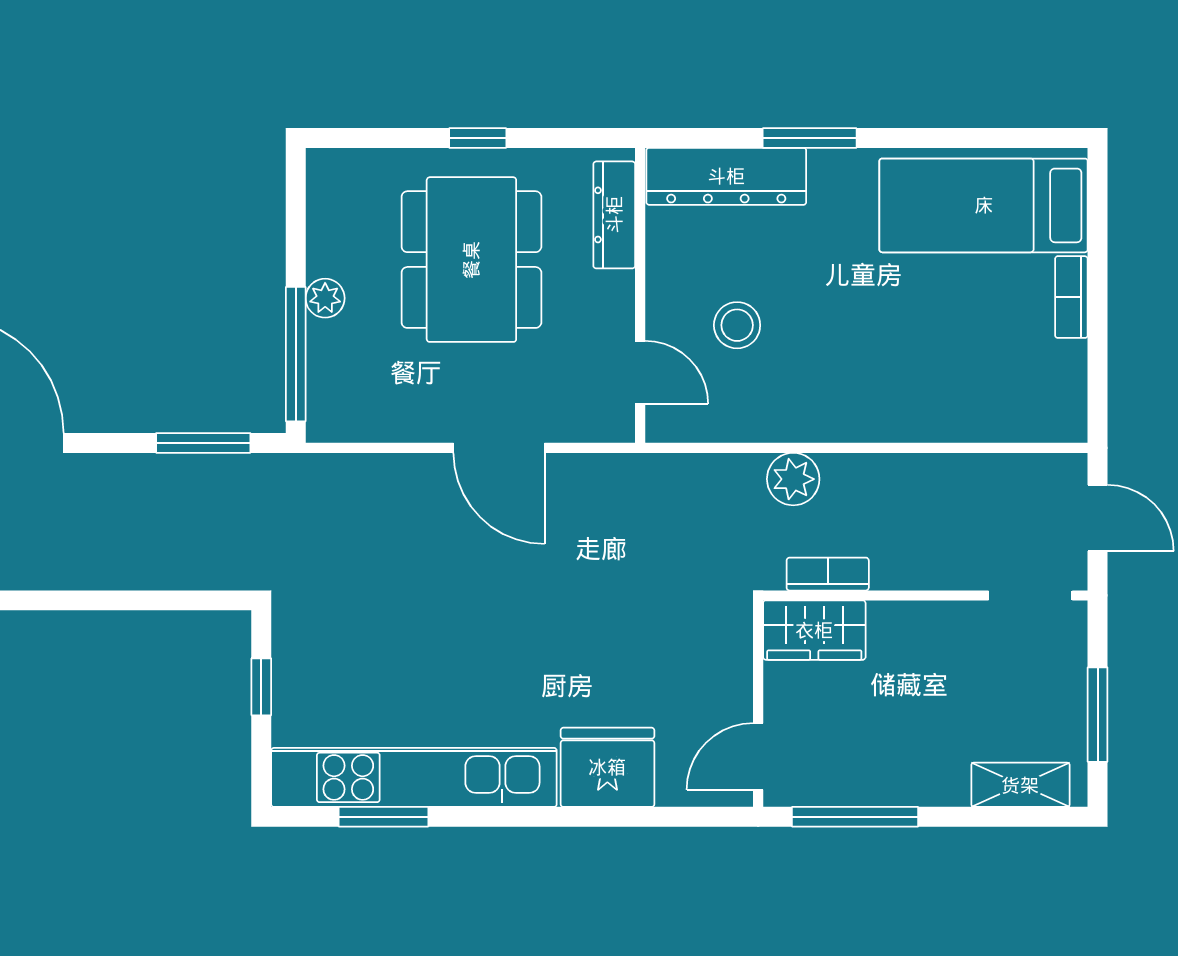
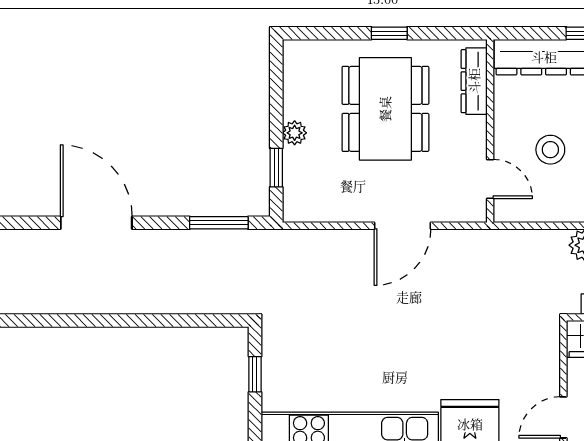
window: (296, 354) -> (276, 168), width x0.46
door: (499, 448) -> (402, 226), hinge flipped

